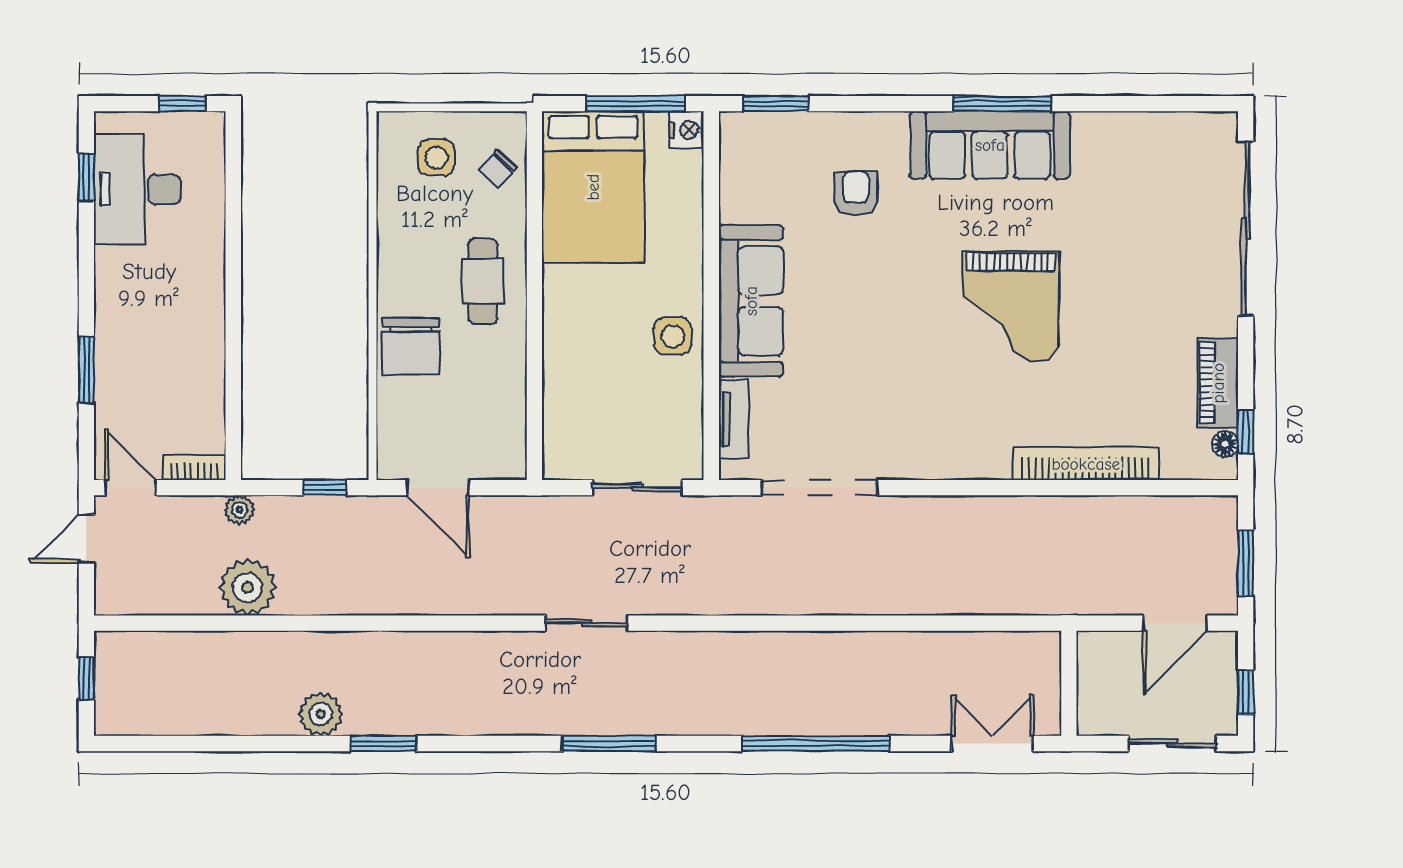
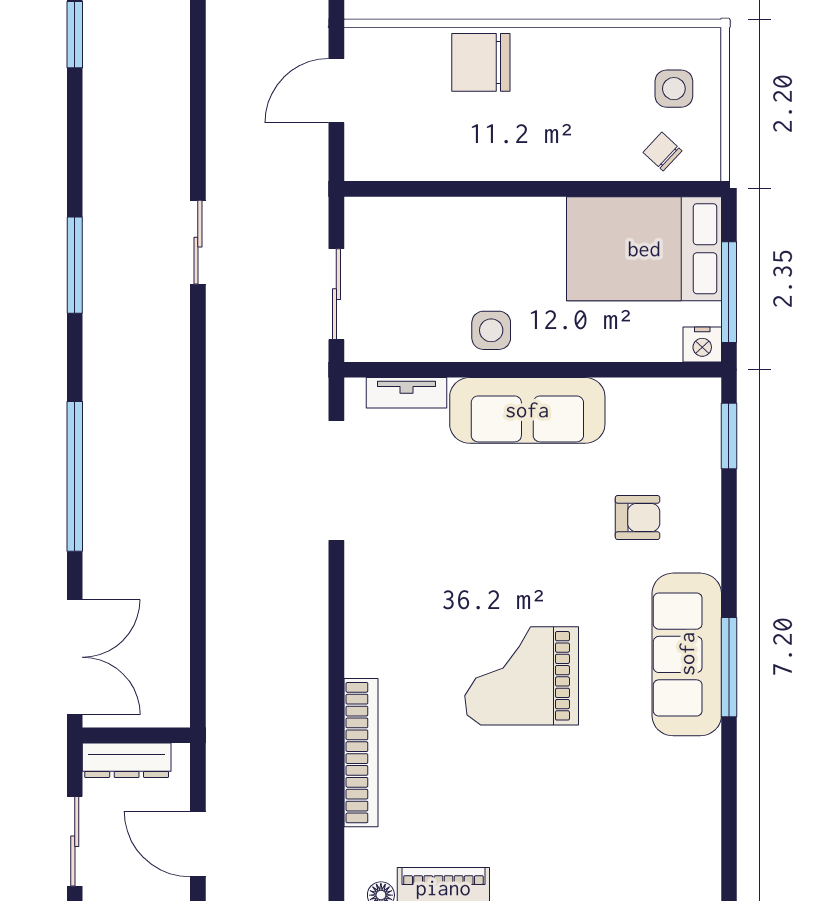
cafe table: (483, 281) -> (547, 136), removed
dresser: (1093, 693) -> (127, 760), added
double door: (992, 743) -> (75, 657), width x1.37

